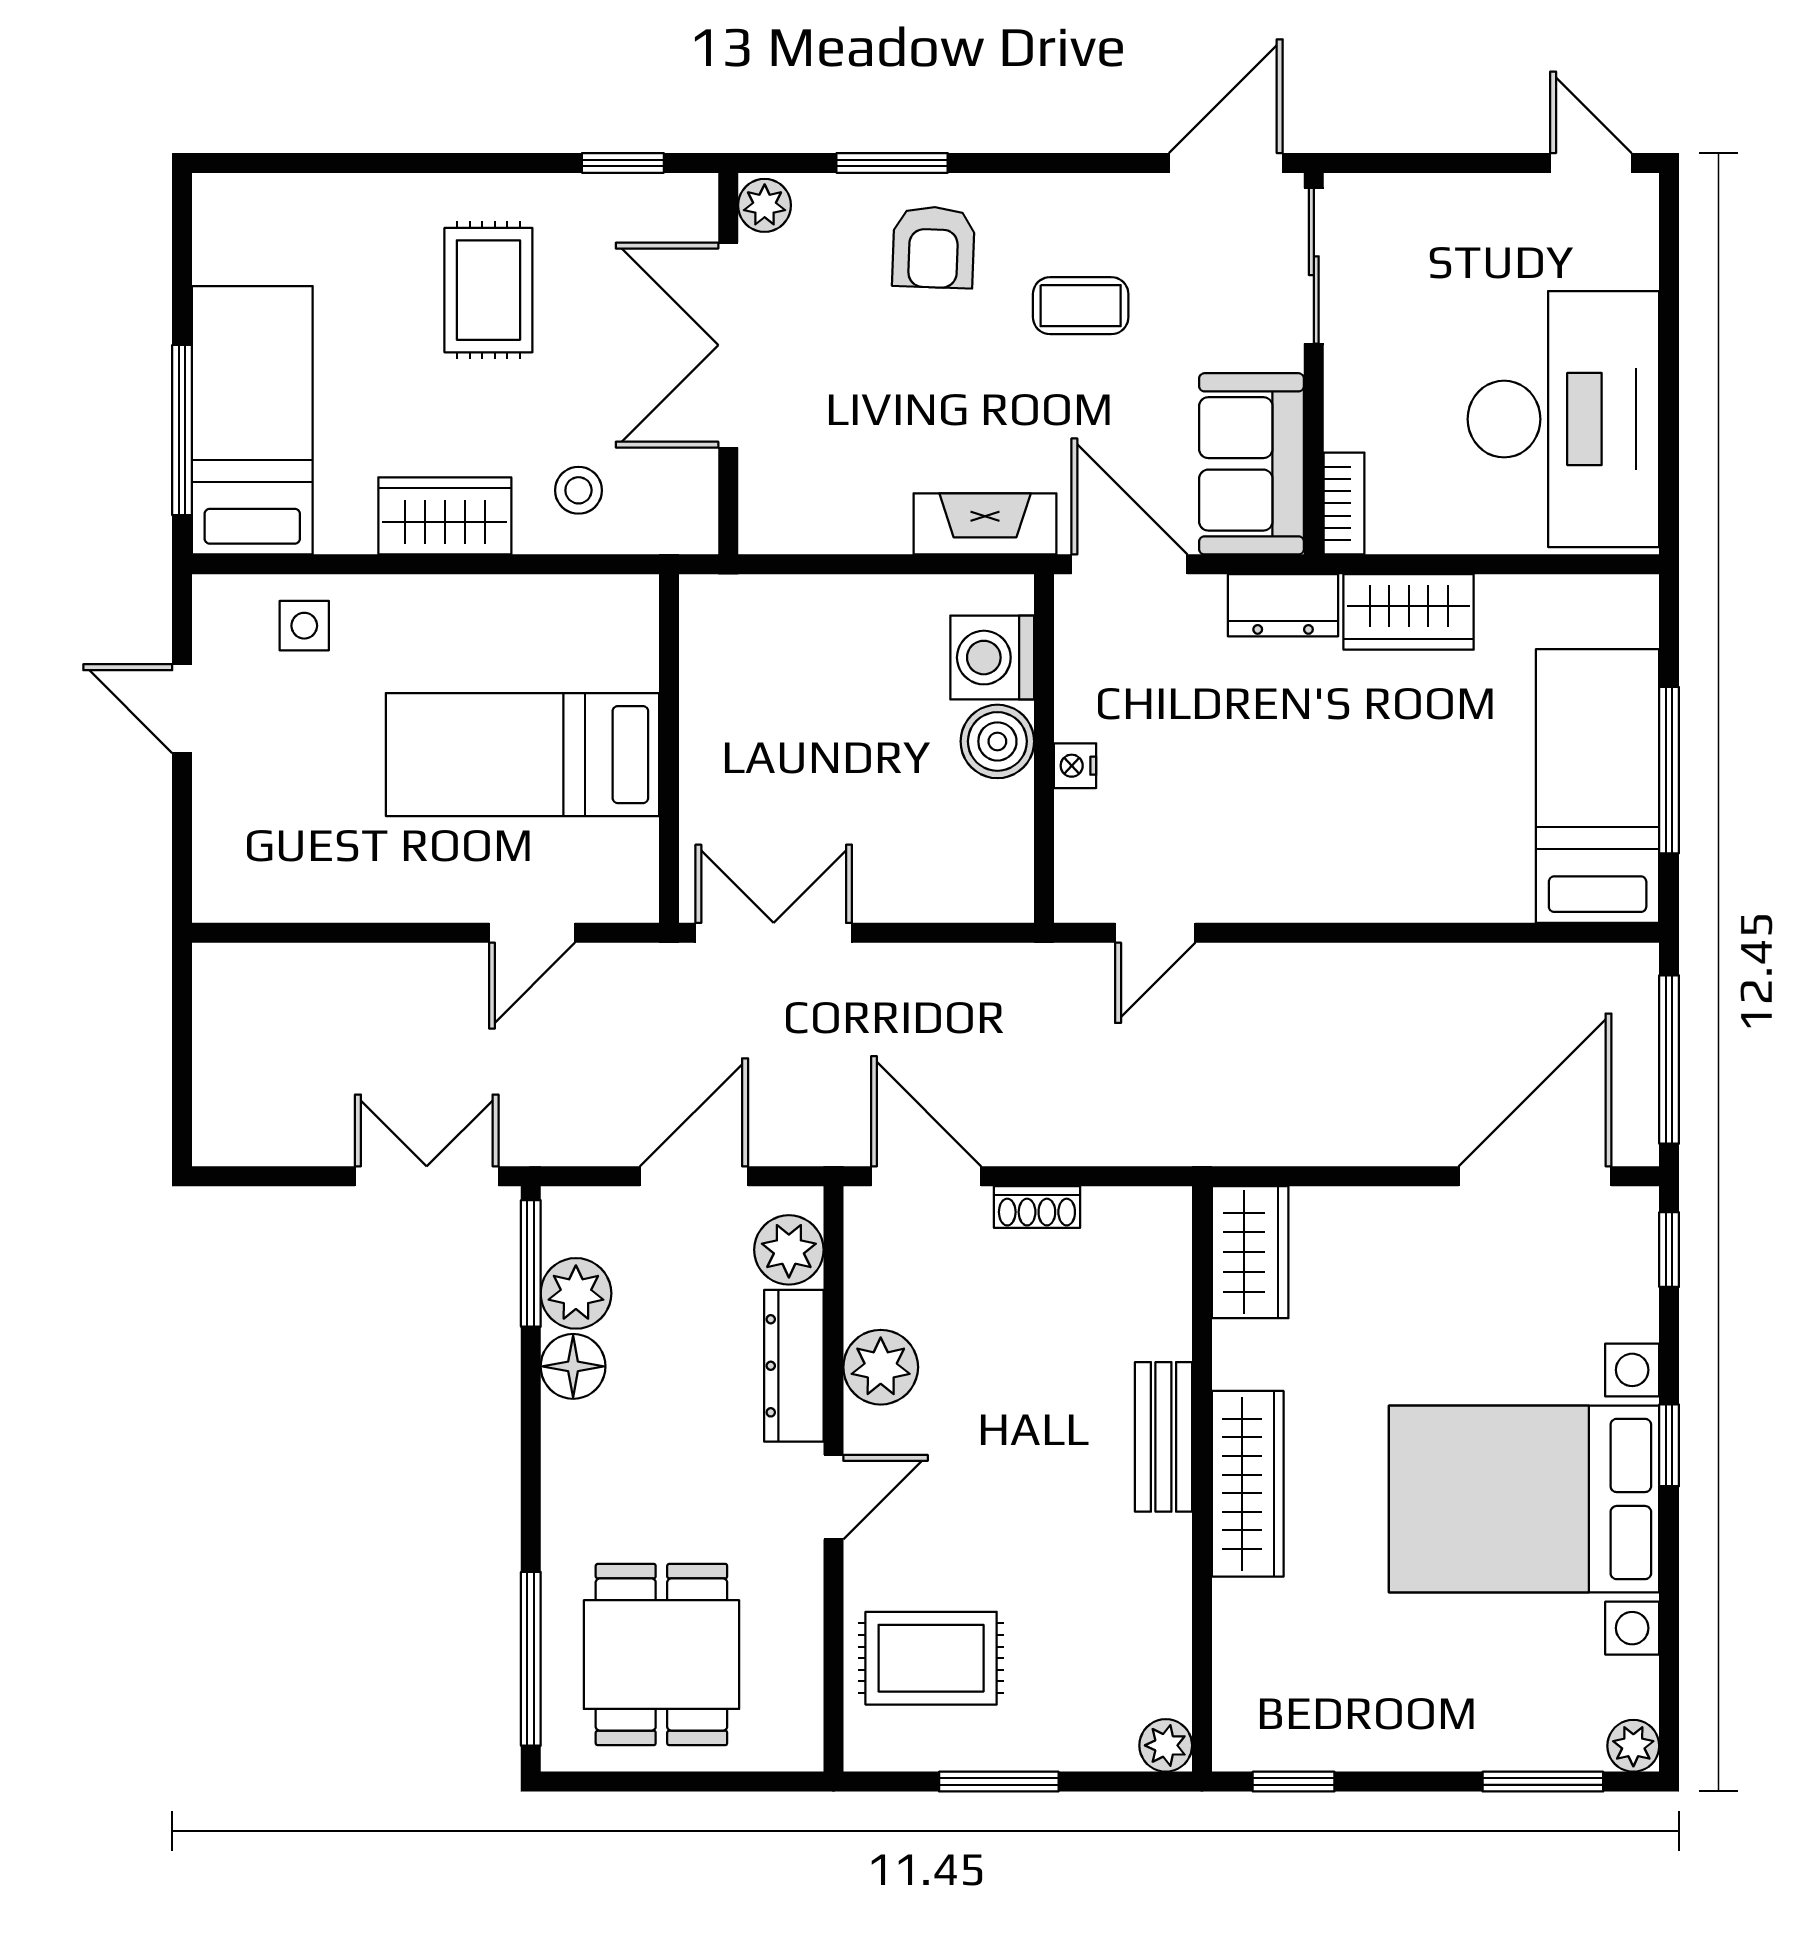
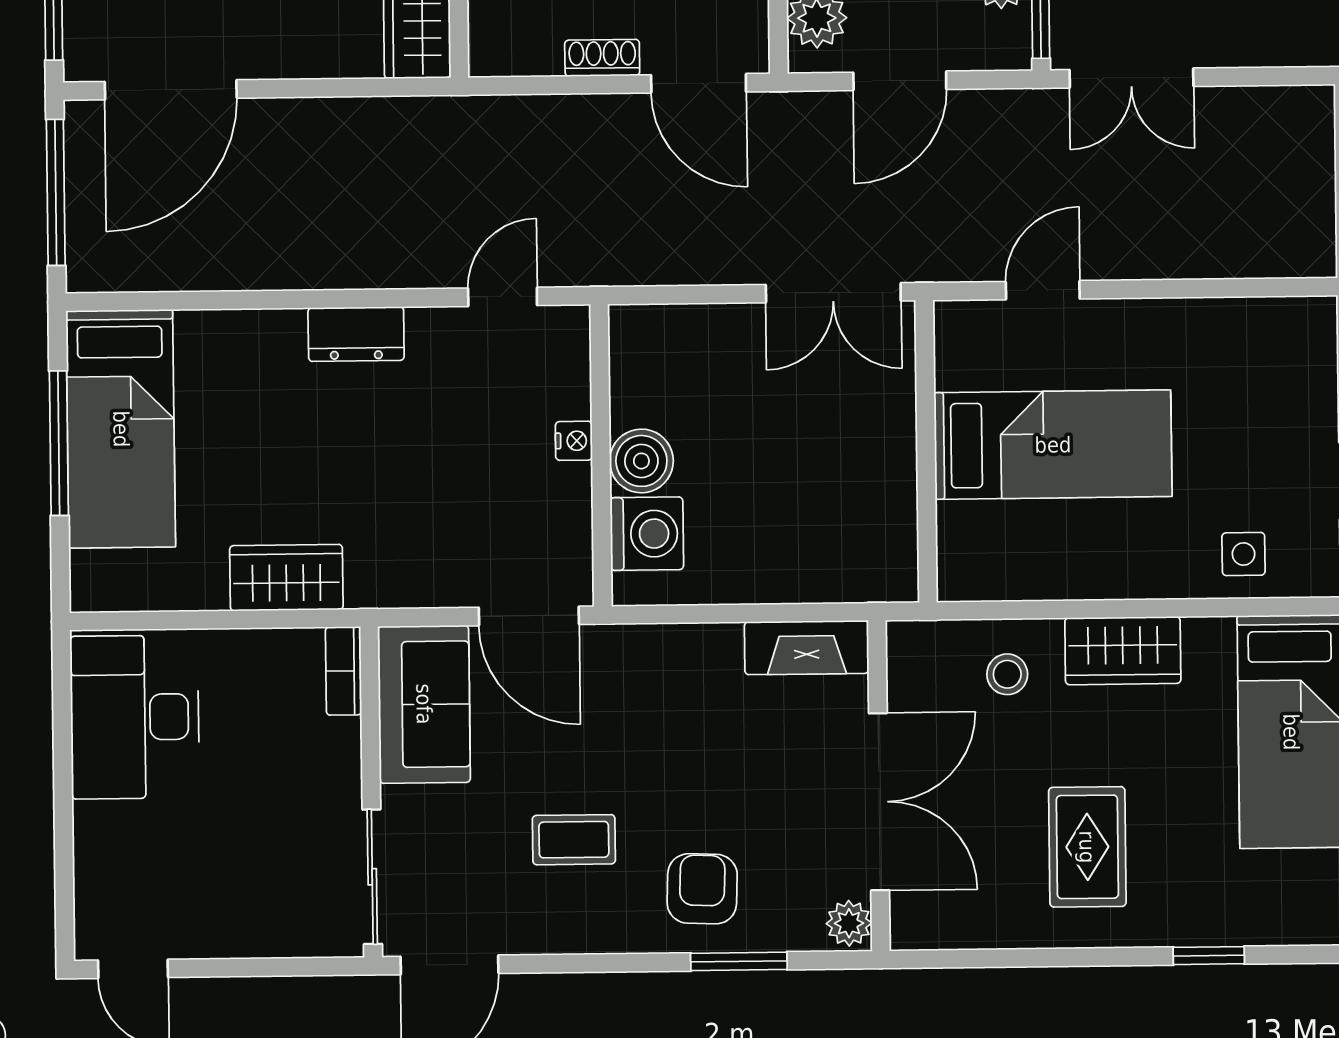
window: (623, 163) -> (1209, 956), moved
desk: (1563, 419) -> (135, 717), width x0.73, depth x0.77
fireplace: (985, 524) -> (807, 648), moved
dresser: (1283, 605) -> (356, 334), moved, turned 180

